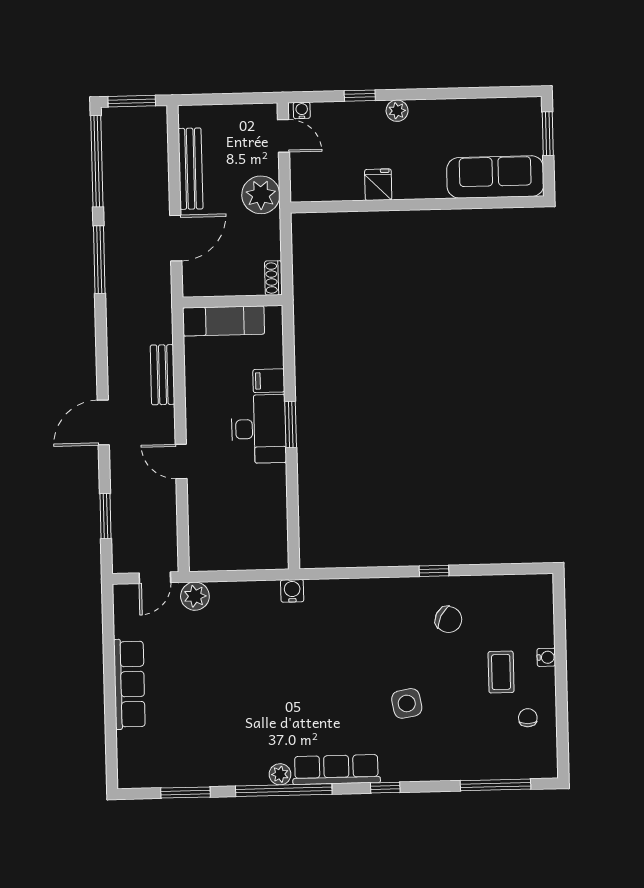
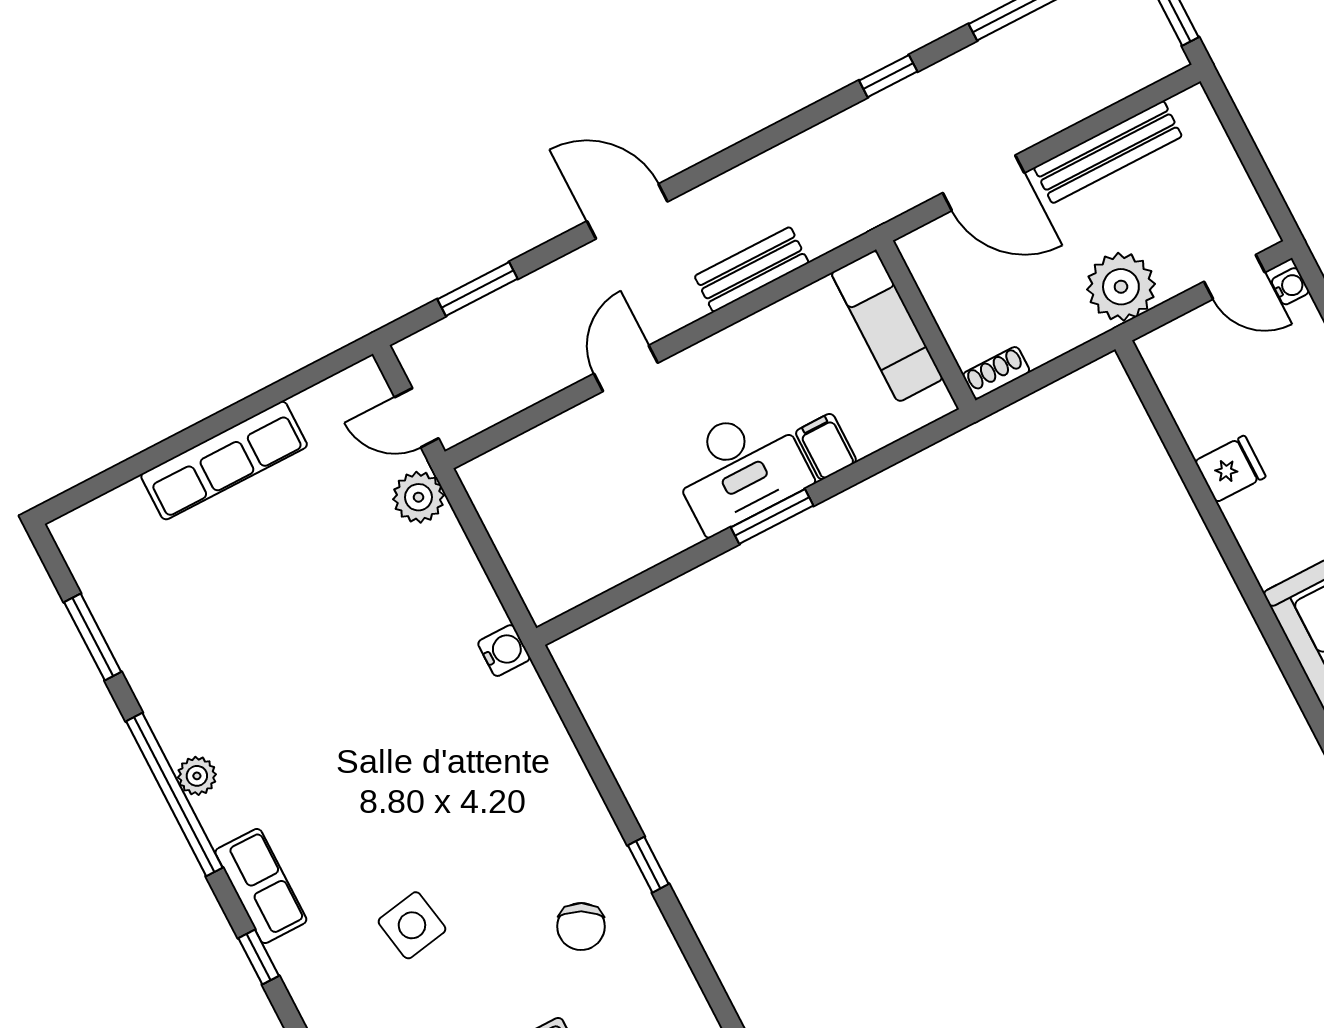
door: (284, 136) -> (1234, 277), hinge flipped
window: (99, 260) -> (888, 76), width x0.46
row of seats: (336, 770) -> (261, 886), width x0.68

